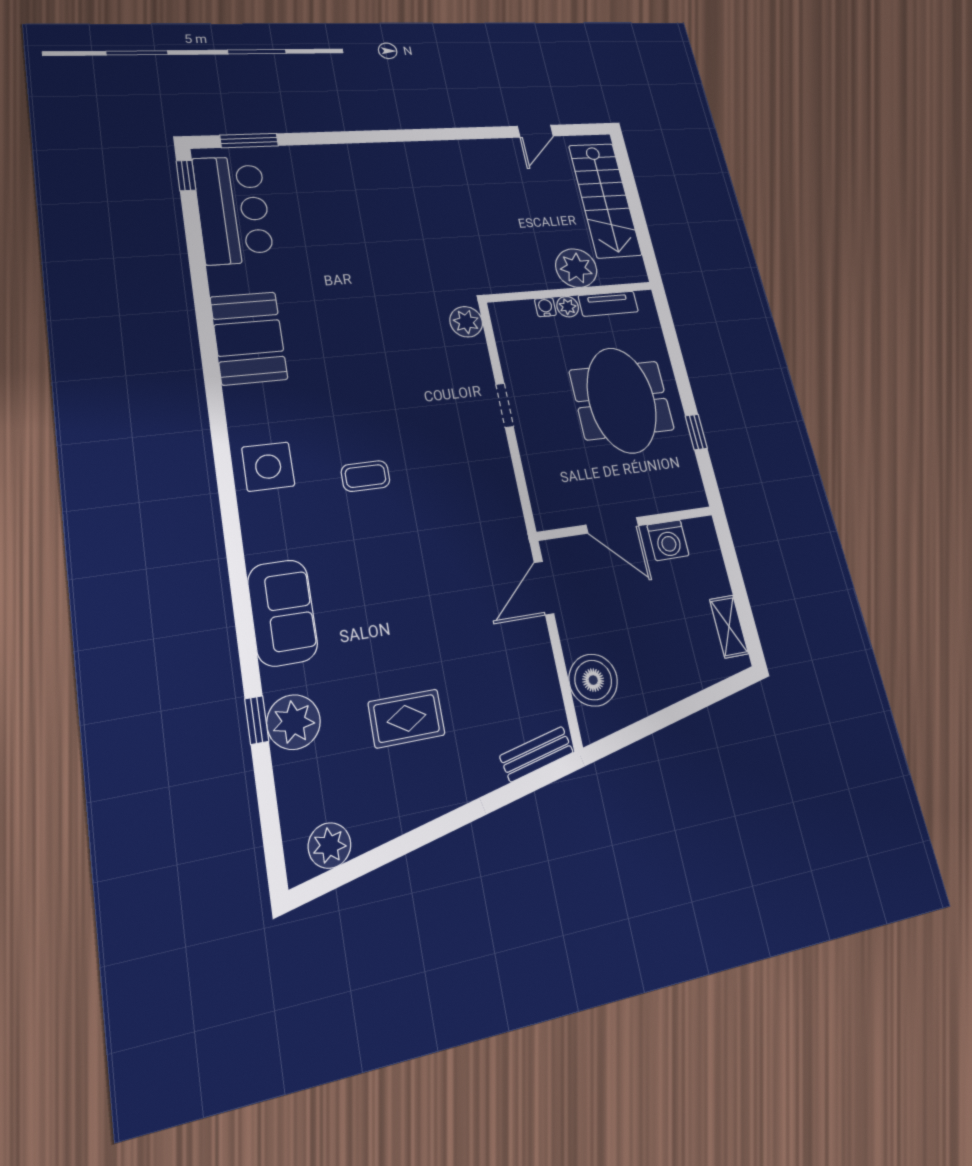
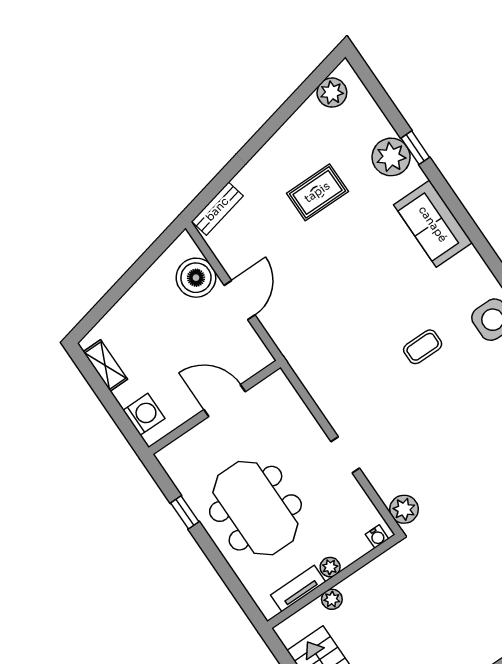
plant: (576, 268) -> (332, 599), width x0.53, depth x0.53
water cooler: (545, 307) -> (377, 537), moved
washing machine: (668, 540) -> (144, 414), moved, turned 90
door: (544, 588) -> (240, 300), moved

